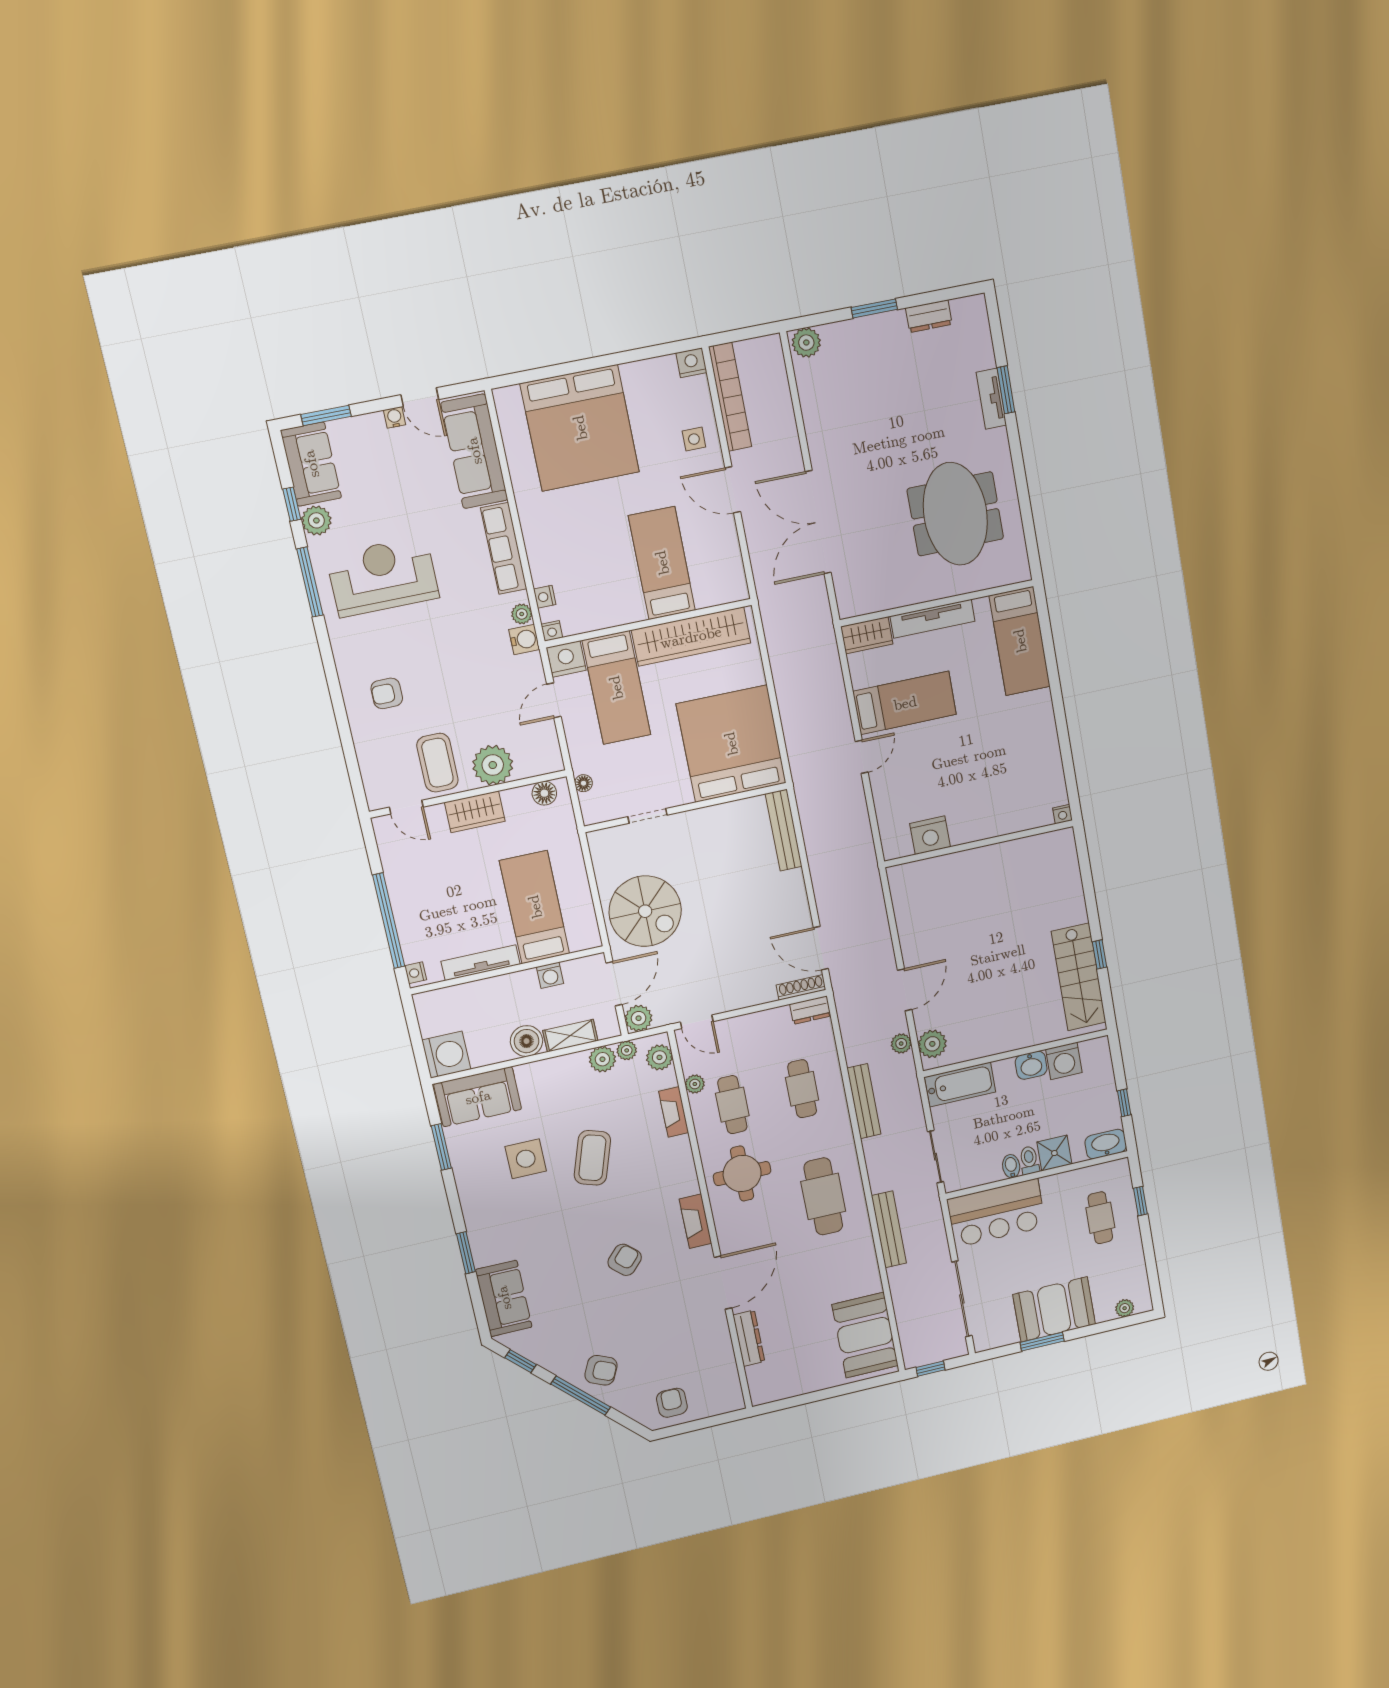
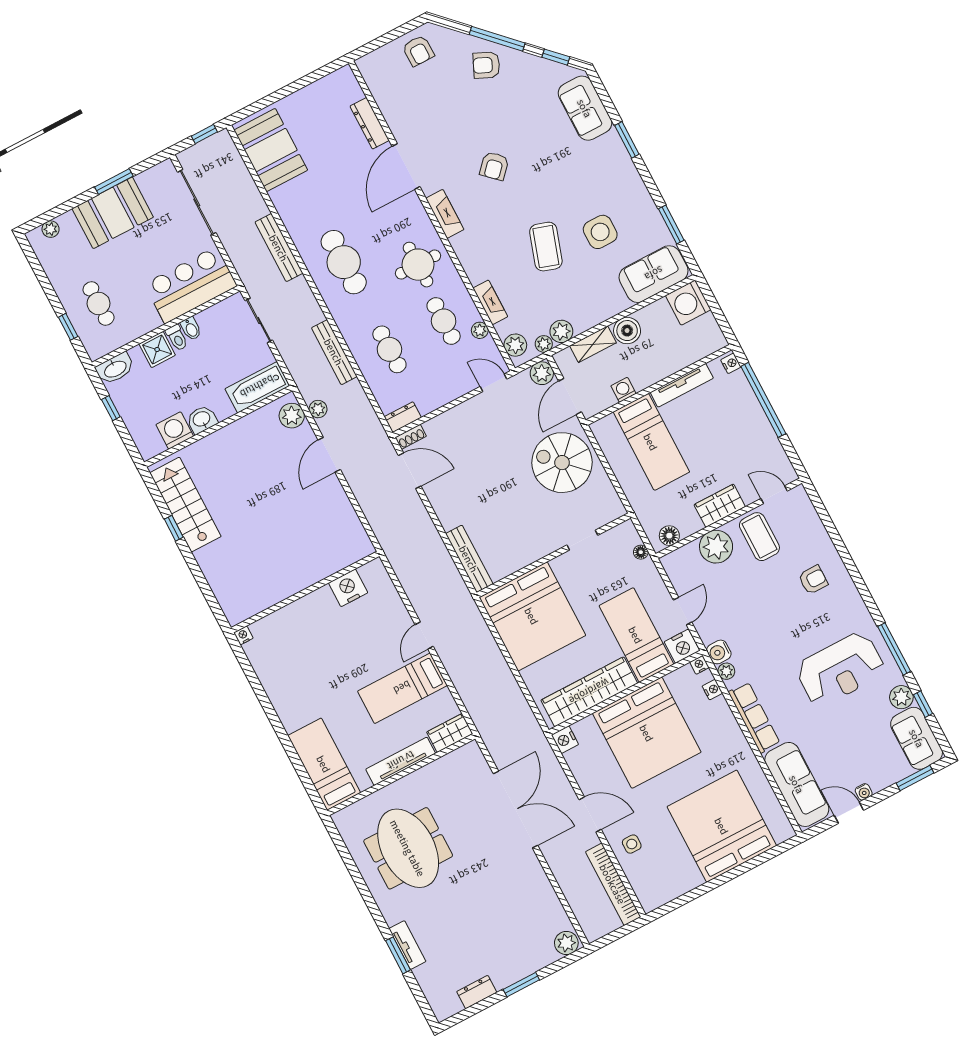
nightstand: (691, 363) -> (565, 740), moved, turned 90
bed: (662, 563) -> (647, 733), width x2.04
shoe rack: (801, 987) -> (411, 437), width x0.70

